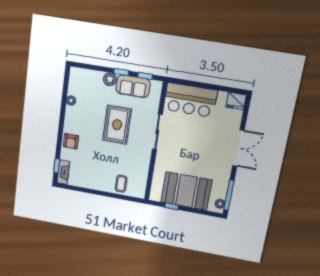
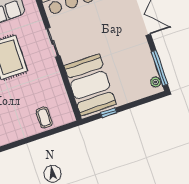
sliding door: (157, 132) -> (53, 42), width x0.73
booth: (186, 191) -> (90, 85), moved, turned 90

